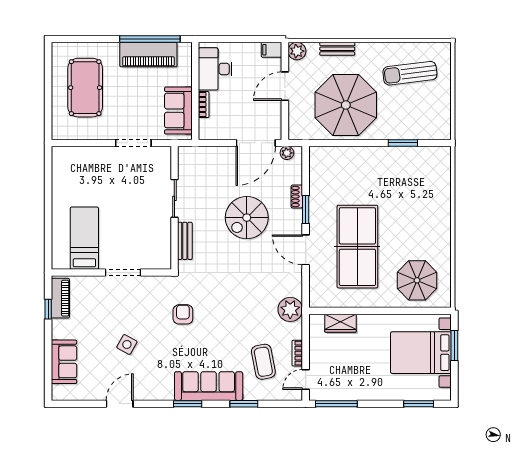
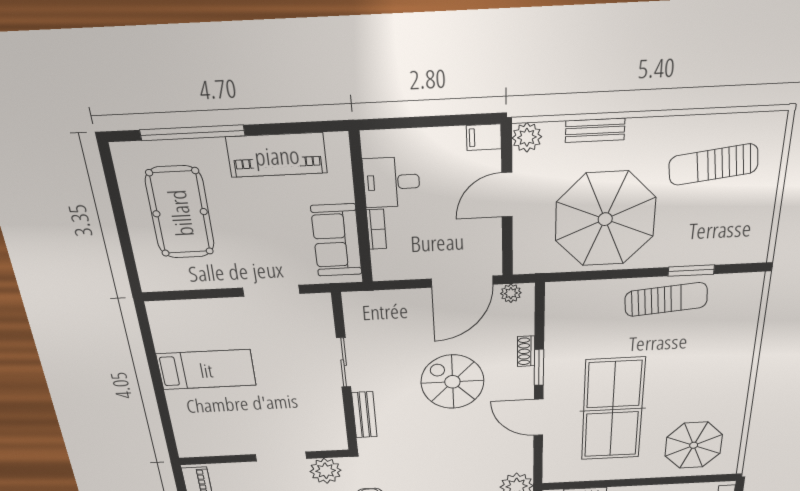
window: (150, 39) -> (192, 133), moved
desk: (215, 69) -> (392, 182), width x0.73
sun lounger: (388, 163) -> (666, 300), added
spiral stairs: (247, 218) -> (452, 382), turned 90
bed: (84, 238) -> (206, 370), moved, turned 90
plant: (153, 287) -> (326, 471), added

